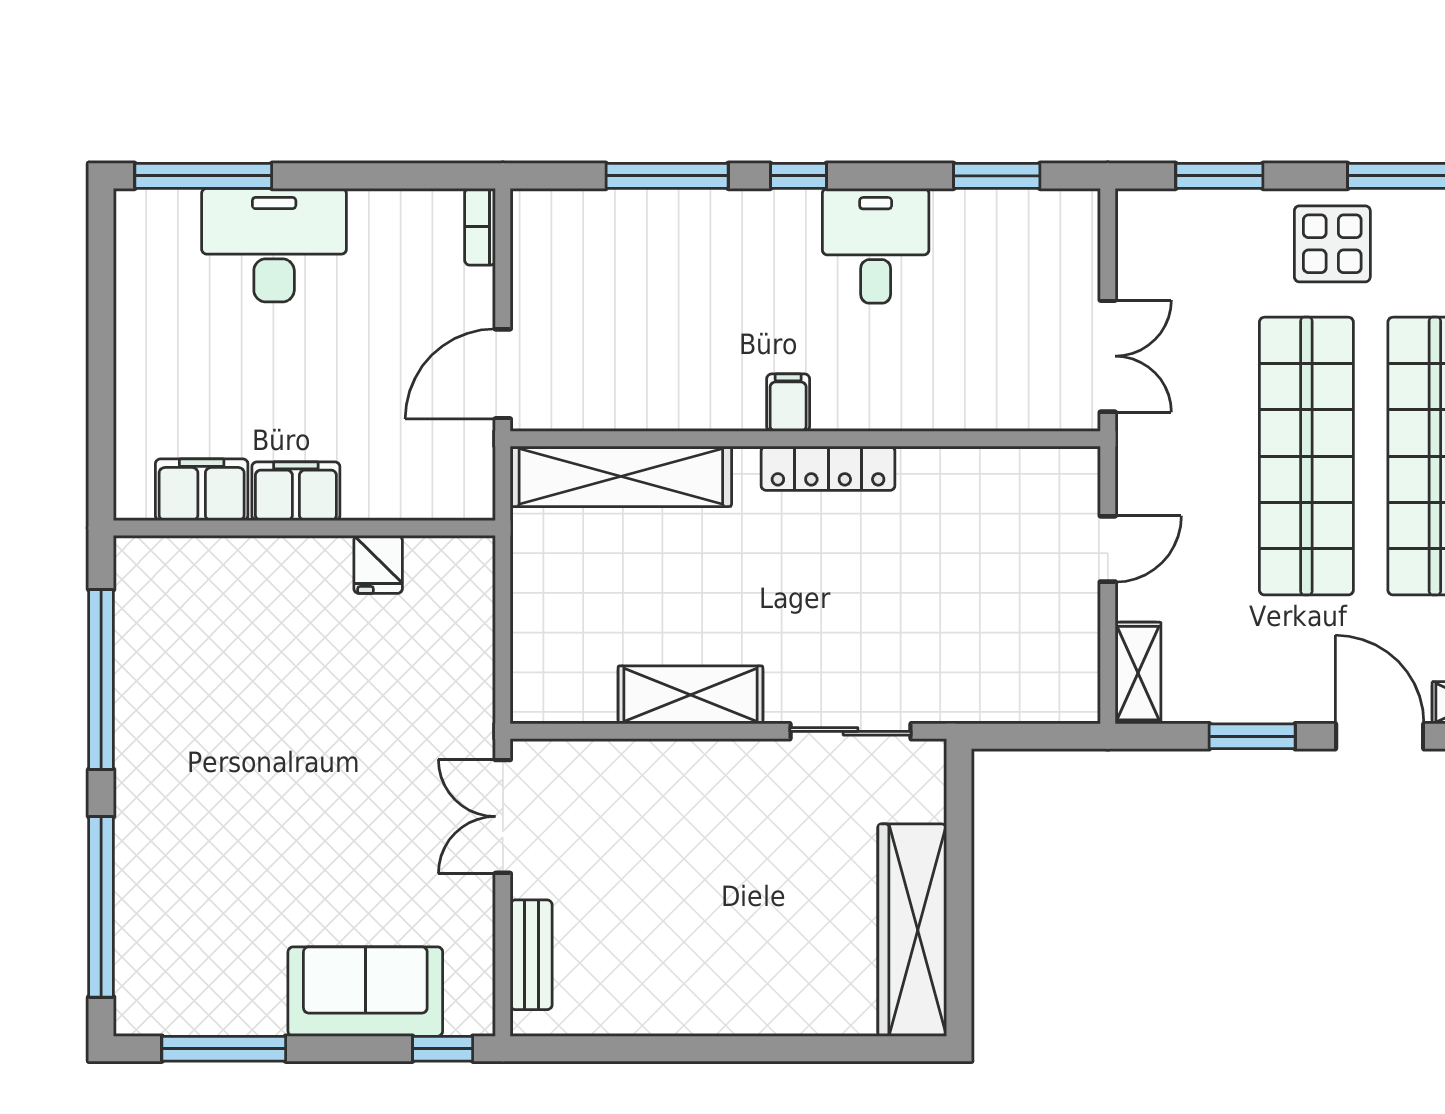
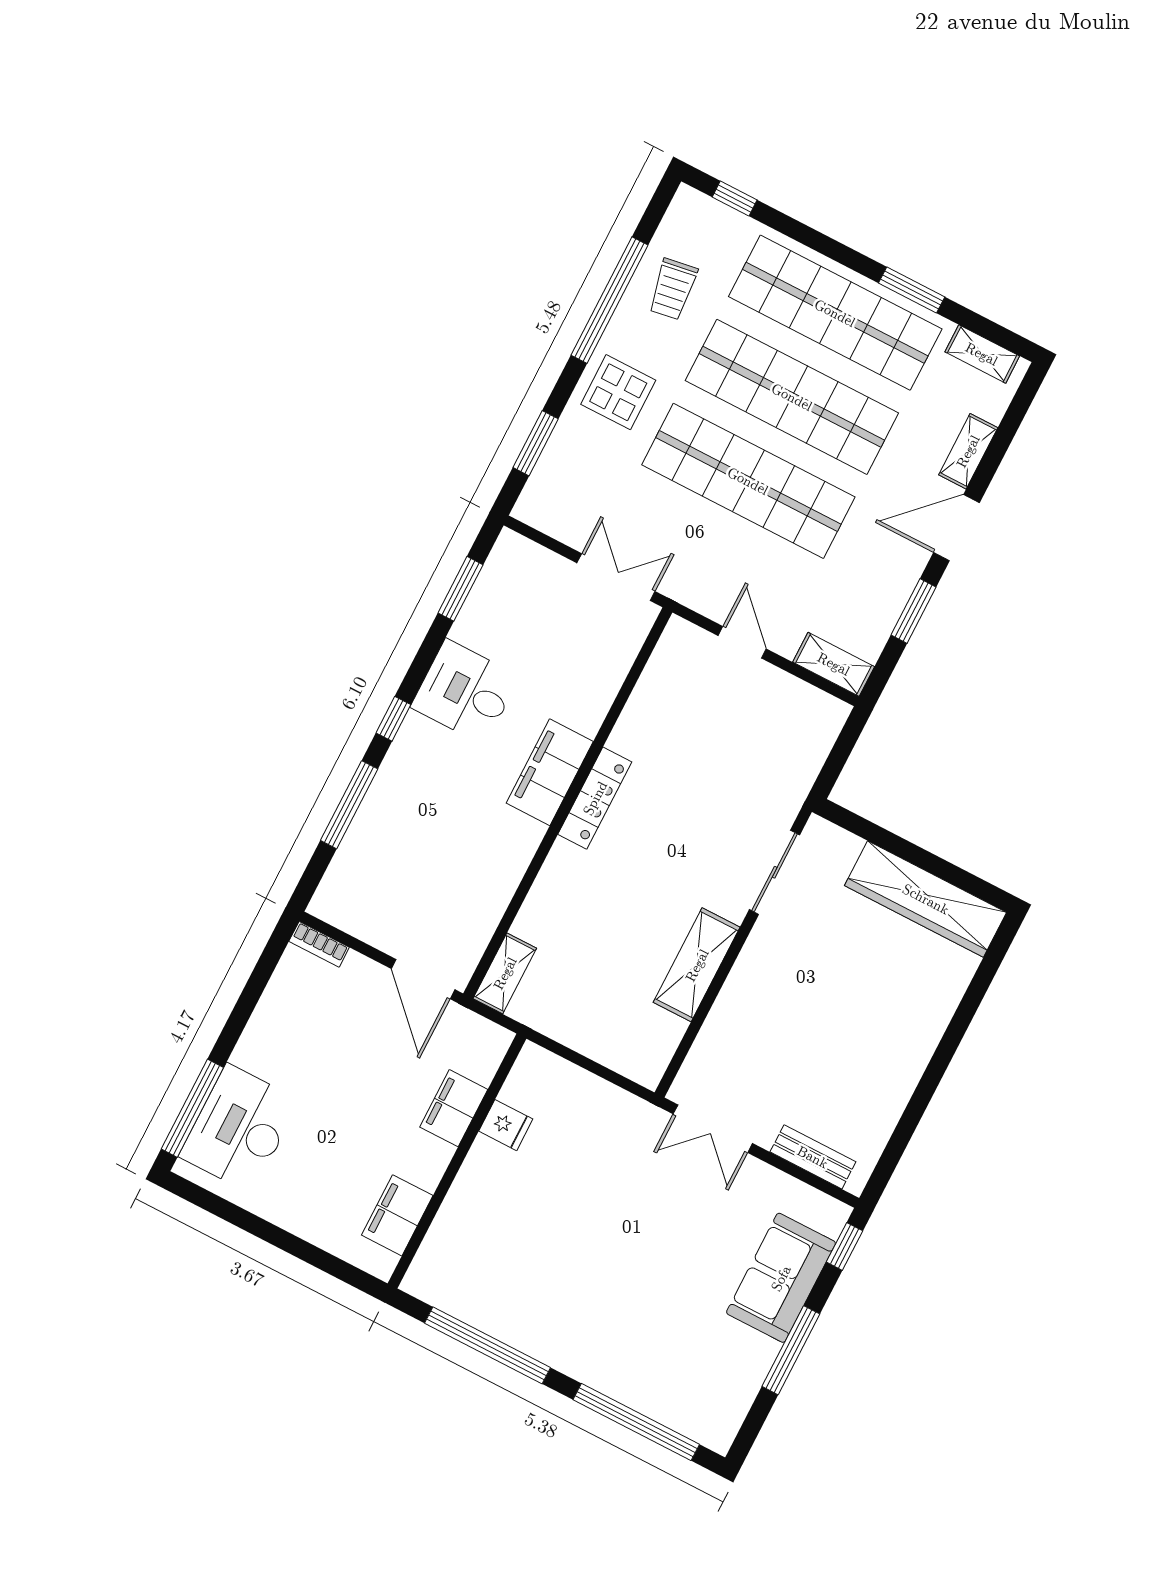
desk: (274, 245) -> (239, 1128), moved
filing cabinet: (788, 403) -> (550, 772), width x3.00, depth x1.17
shelving: (621, 476) -> (505, 973), width x0.45, depth x0.75
filing cabinet: (296, 491) -> (454, 1108), moved
window: (224, 1049) -> (791, 1350), moved

